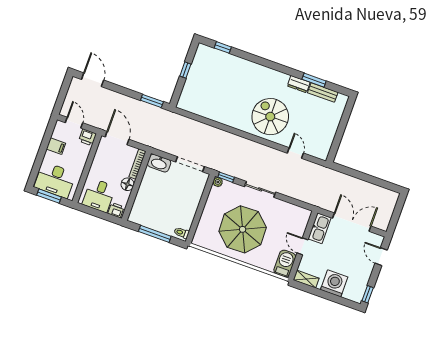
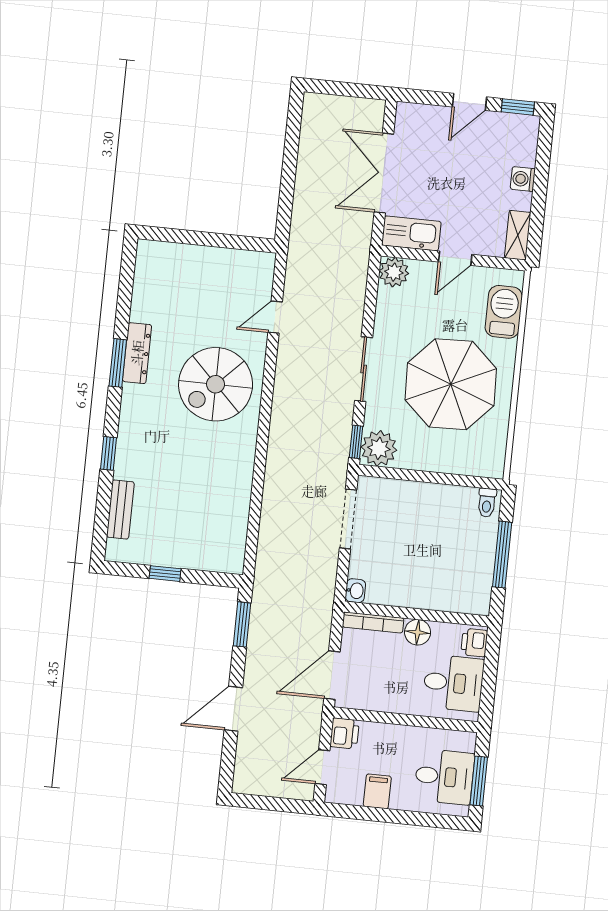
window: (223, 47) -> (108, 453), moved
door: (93, 80) -> (233, 709), moved
window: (314, 80) -> (118, 363), moved
dresser: (299, 84) -> (137, 353), width x1.44
bench: (323, 92) -> (120, 509), moved
washbasin: (159, 163) -> (355, 591), width x0.52, depth x0.69
desk: (55, 180) -> (444, 777), width x0.73
plant: (218, 182) -> (379, 448), width x1.87, depth x1.87
plant: (303, 215) -> (394, 272), added
door: (381, 257) -> (470, 102), moved
barbecue: (285, 263) -> (504, 312), moved, turned 90
washing machine: (334, 283) -> (523, 179), width x0.53, depth x0.53

